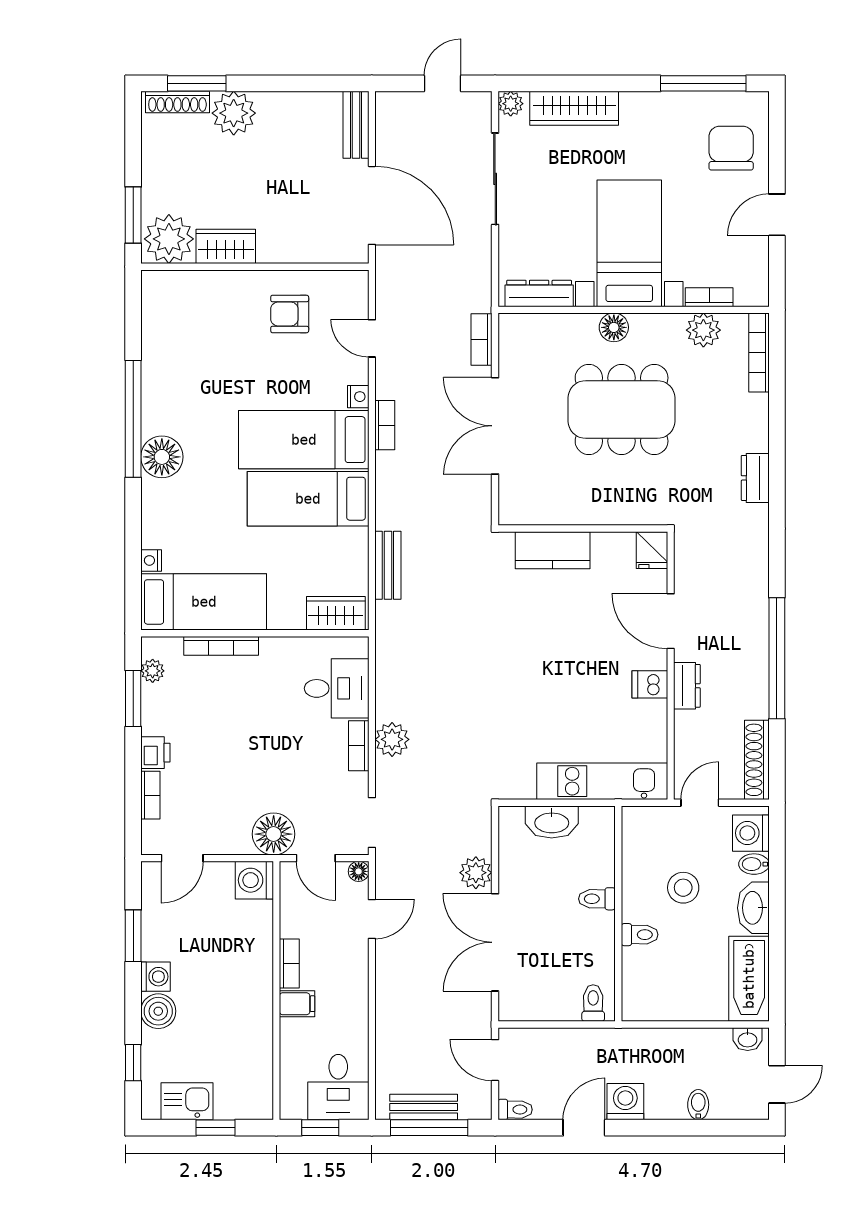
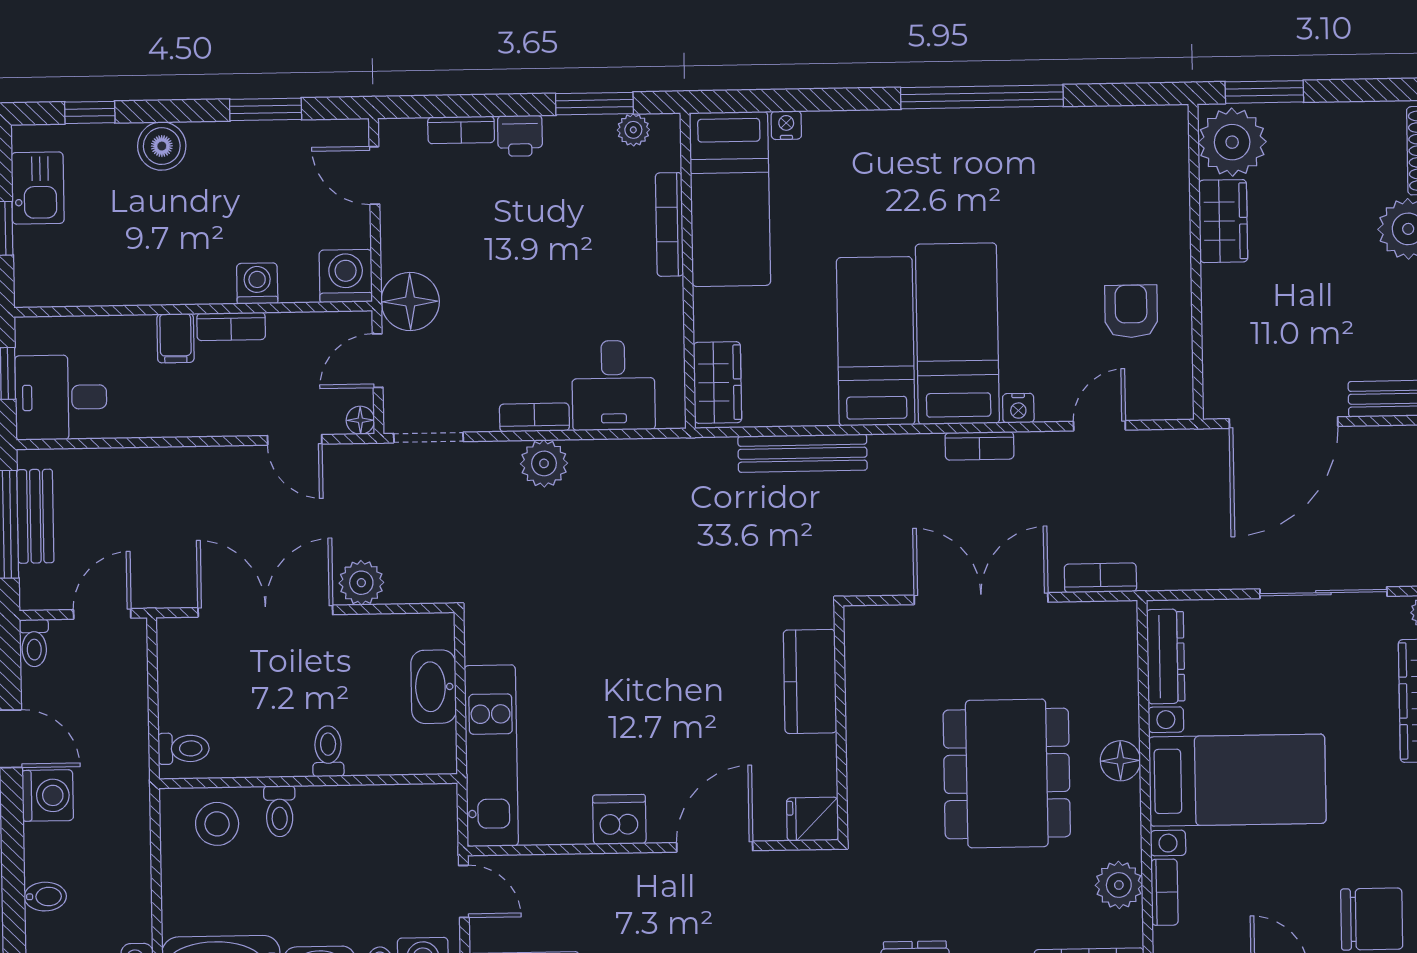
floor lamp: (162, 457) -> (930, 138), removed
bench: (388, 565) -> (803, 453), width x1.36
dishwasher: (650, 684) -> (619, 819), width x1.38
dresser: (687, 686) -> (625, 871), removed
stool: (683, 888) -> (217, 824), moved
washing machine: (155, 977) -> (257, 284), moved, turned 180

